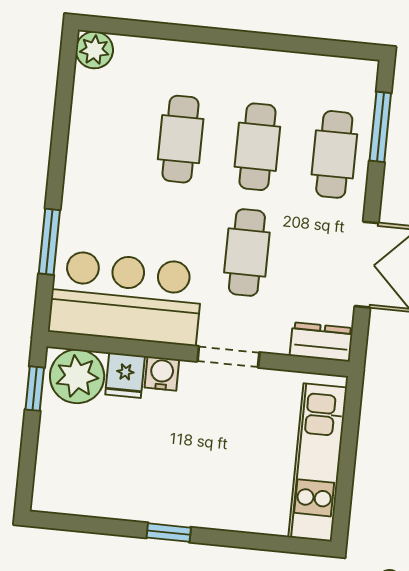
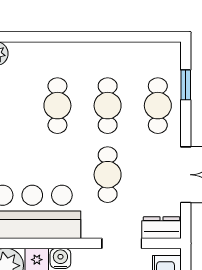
window: (380, 127) -> (186, 85), width x0.67
doorway: (228, 357) -> (122, 243), moved

